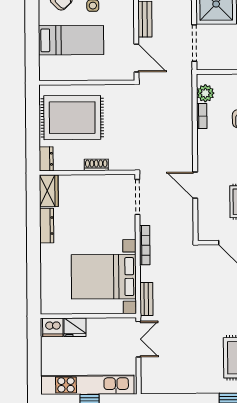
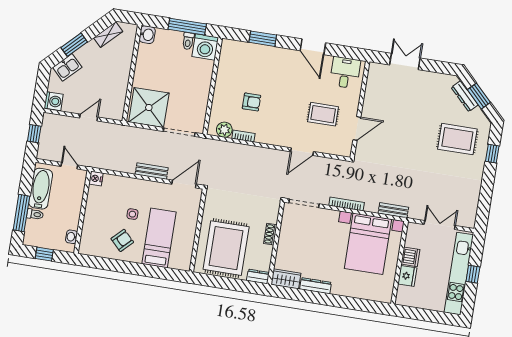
dishwasher: (53, 327) -> (410, 257), moved
double door: (138, 339) -> (440, 225), moved

